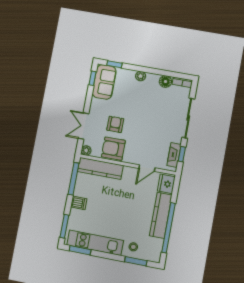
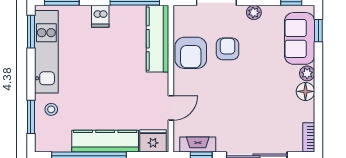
sofa: (104, 82) -> (300, 38), moved, turned 90
floor lamp: (165, 82) -> (305, 91), moved
armchair: (115, 124) -> (227, 49), turned -90
armchair: (113, 149) -> (191, 53), turned 180
plant: (86, 150) -> (254, 12), moved
door: (147, 168) -> (171, 108), swing flipped

